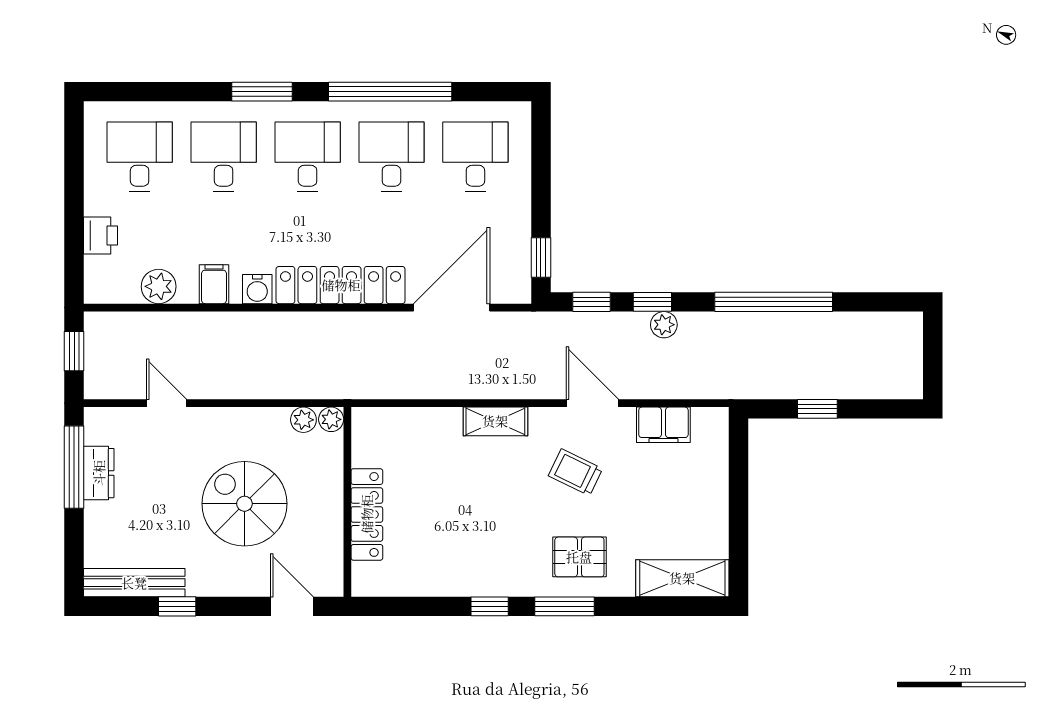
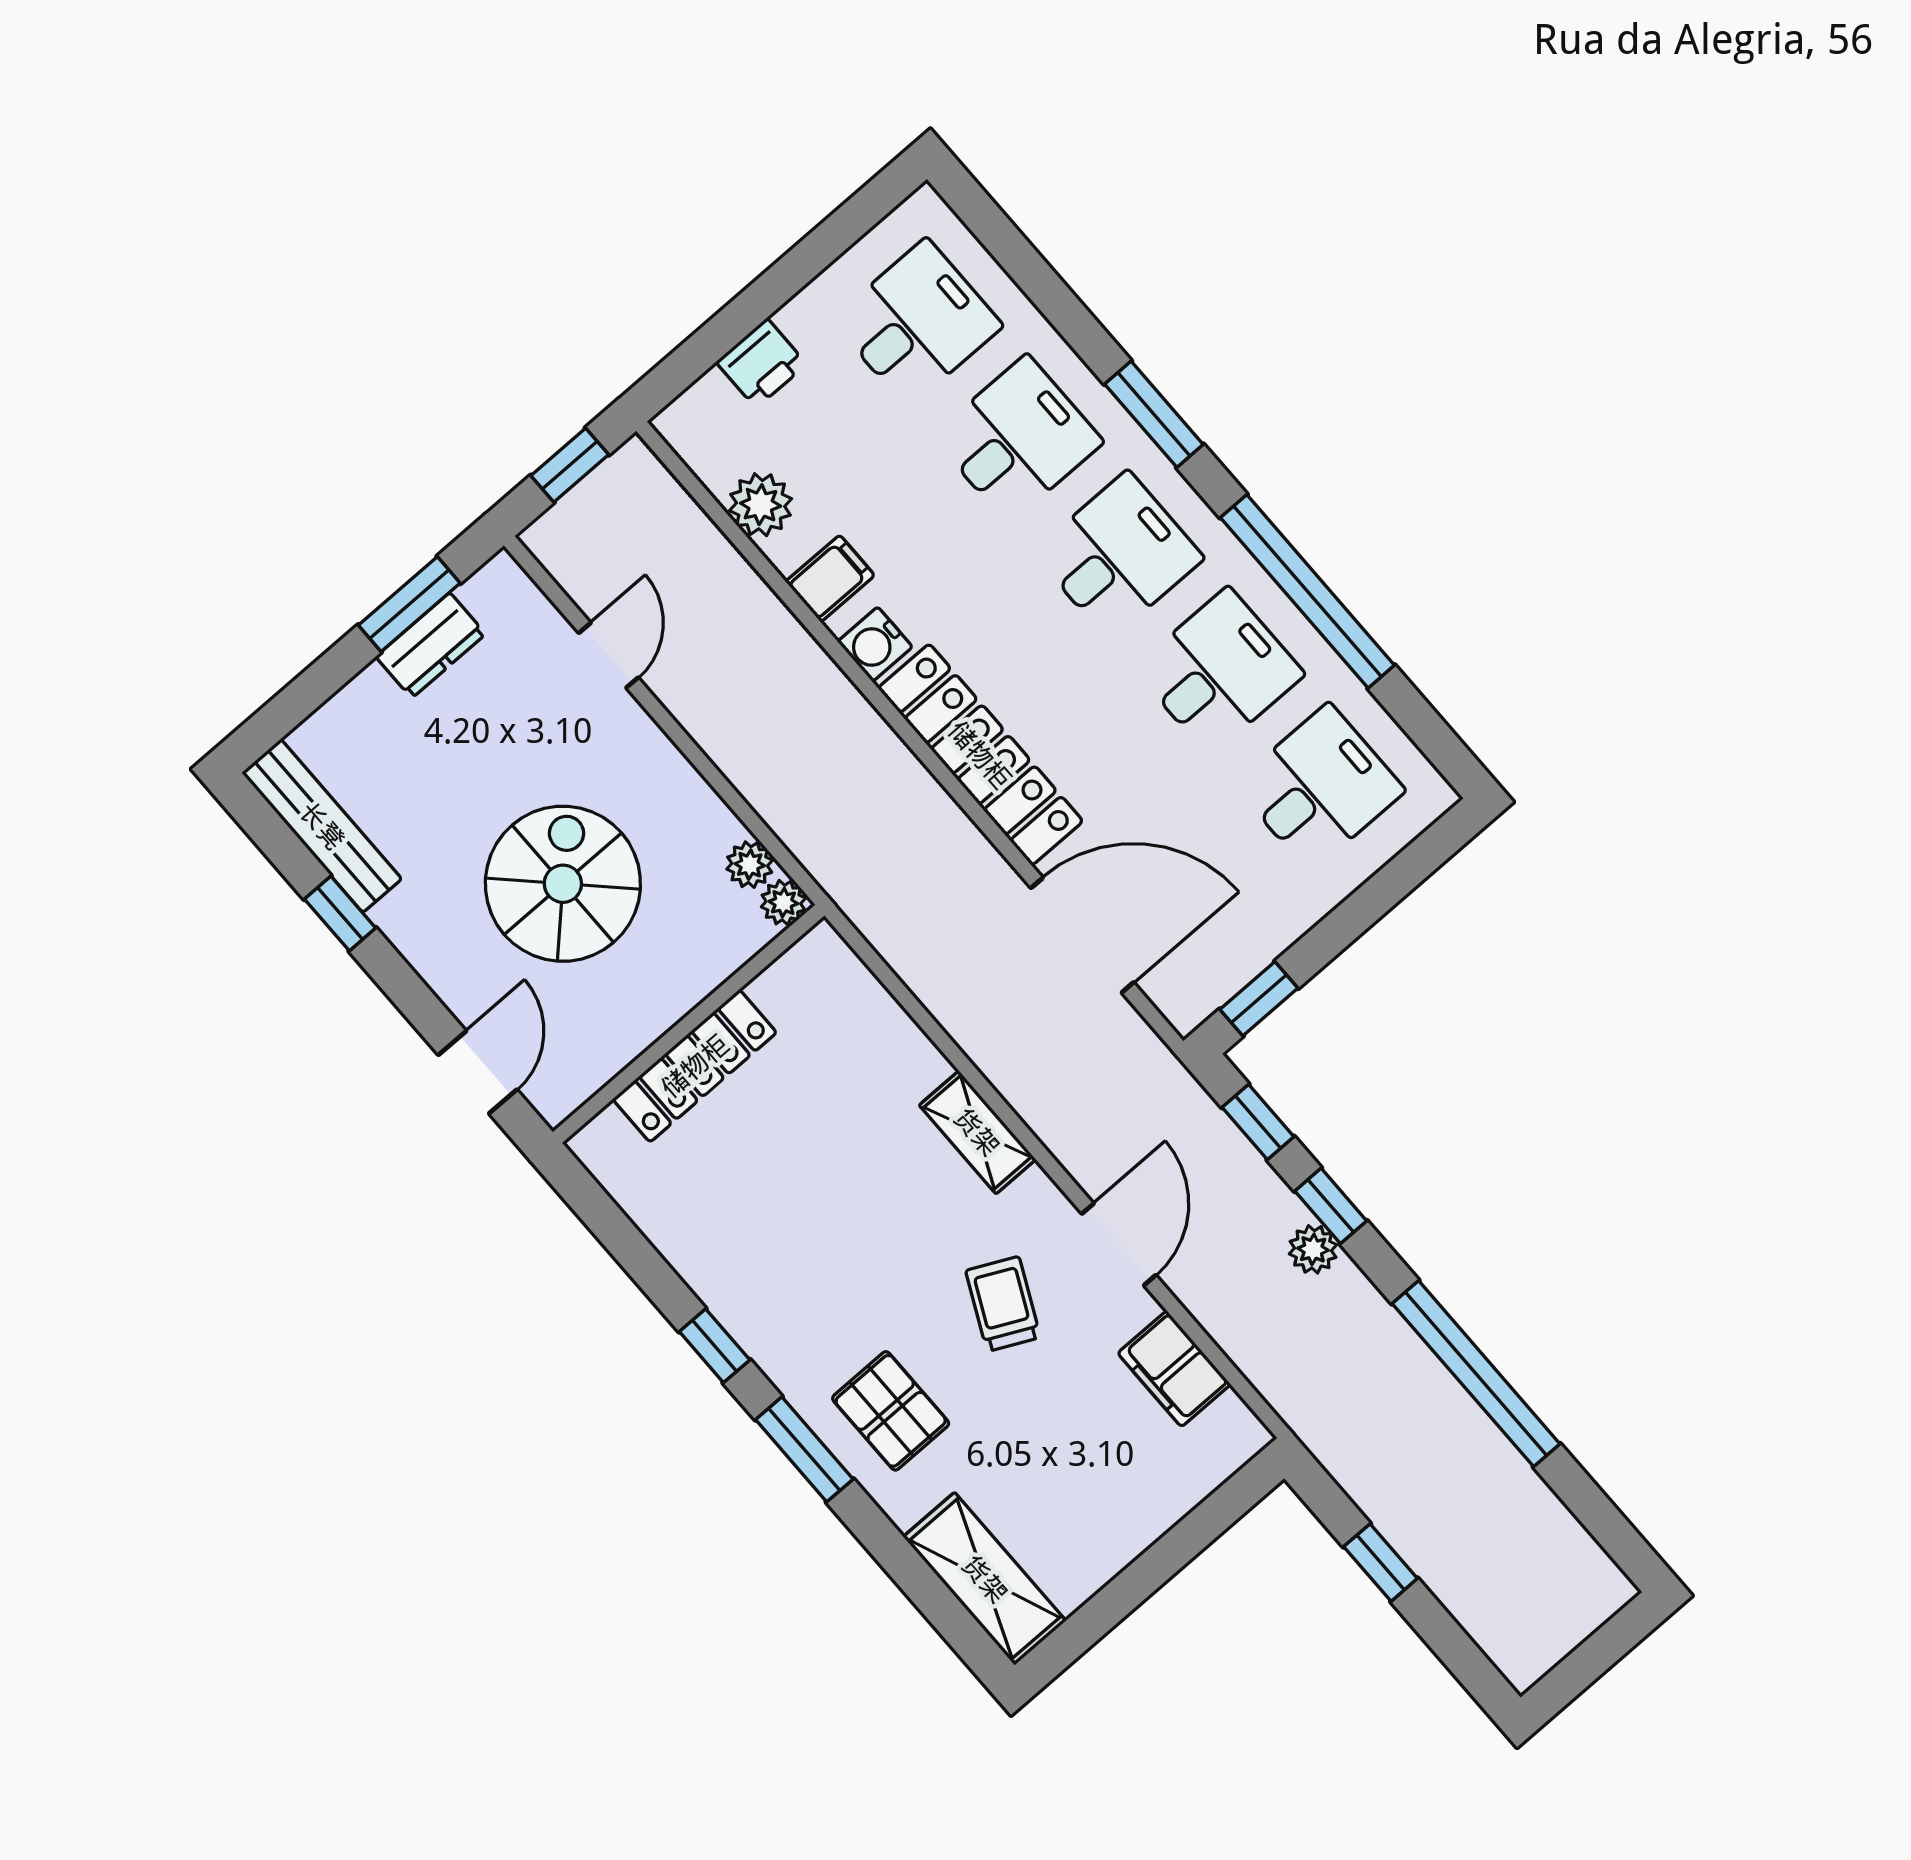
window: (74, 467) -> (409, 604), width x0.69

